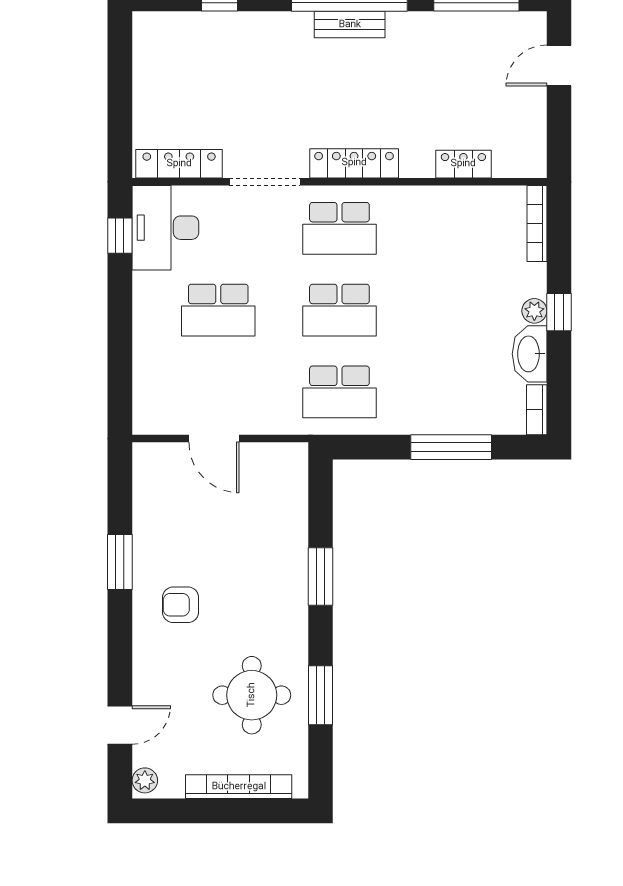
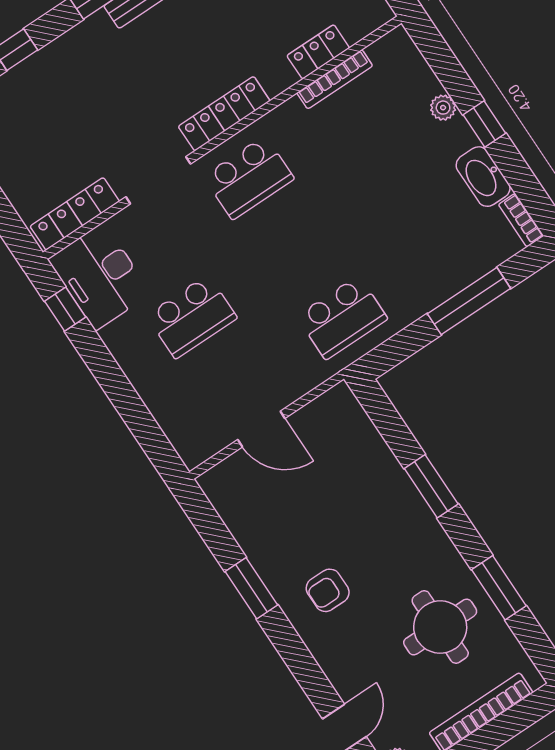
bookcase: (537, 224) -> (335, 79), moved, turned -90
school desk: (339, 310) -> (295, 248), removed
plant: (534, 311) -> (443, 108), moved

